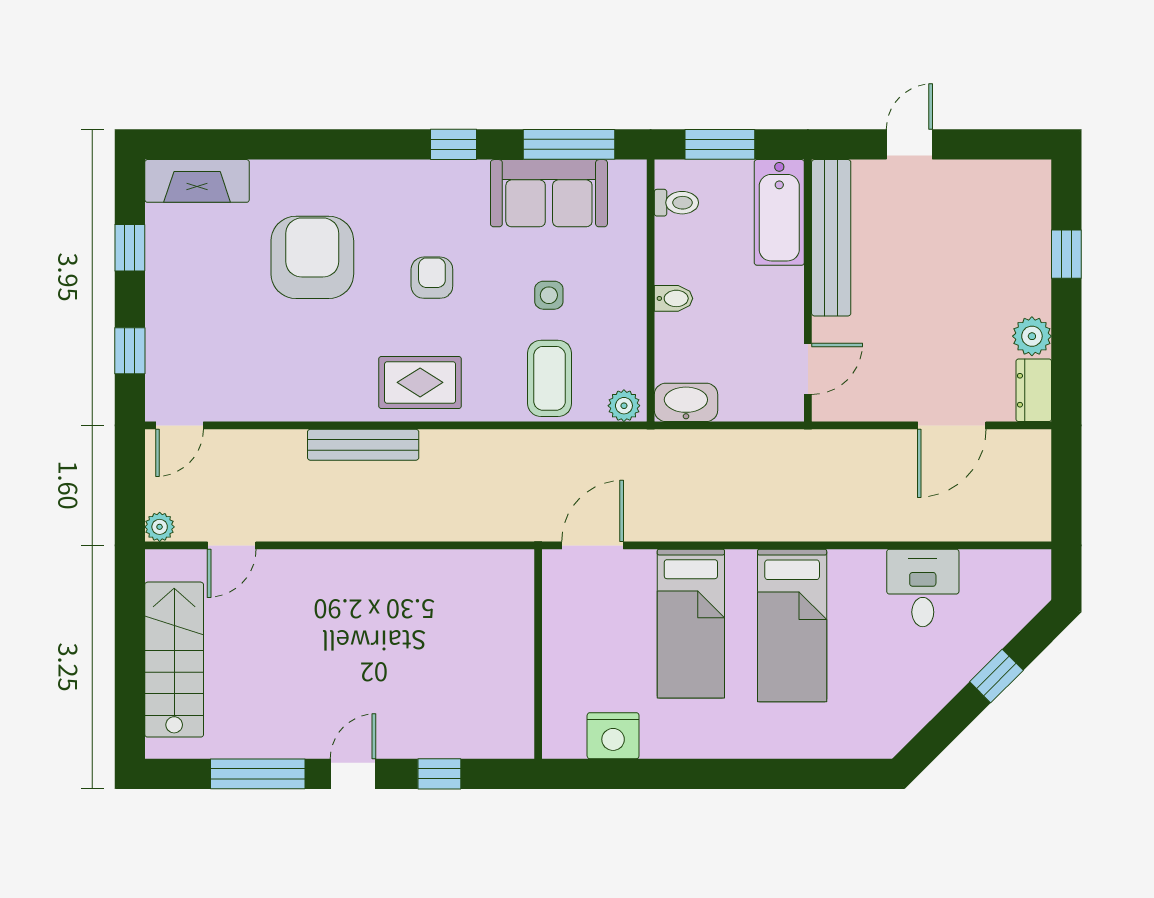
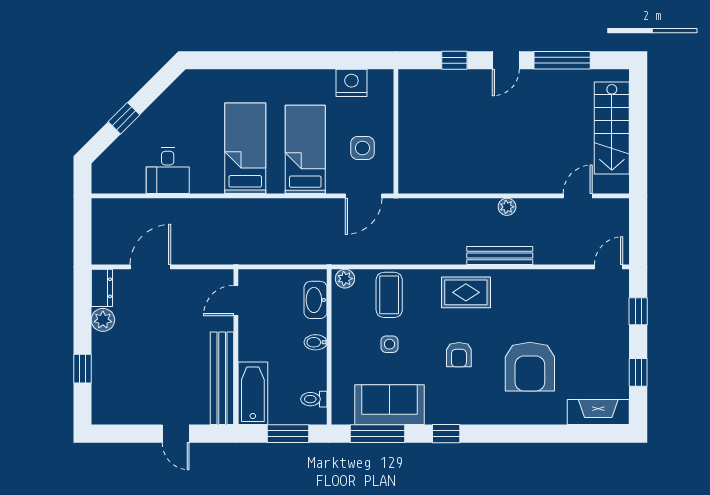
door: (909, 144) -> (176, 434), hinge flipped
washbasin: (686, 402) -> (315, 300), moved, turned 90
plant: (160, 527) -> (507, 207), moved
side table: (594, 626) -> (363, 148), added

